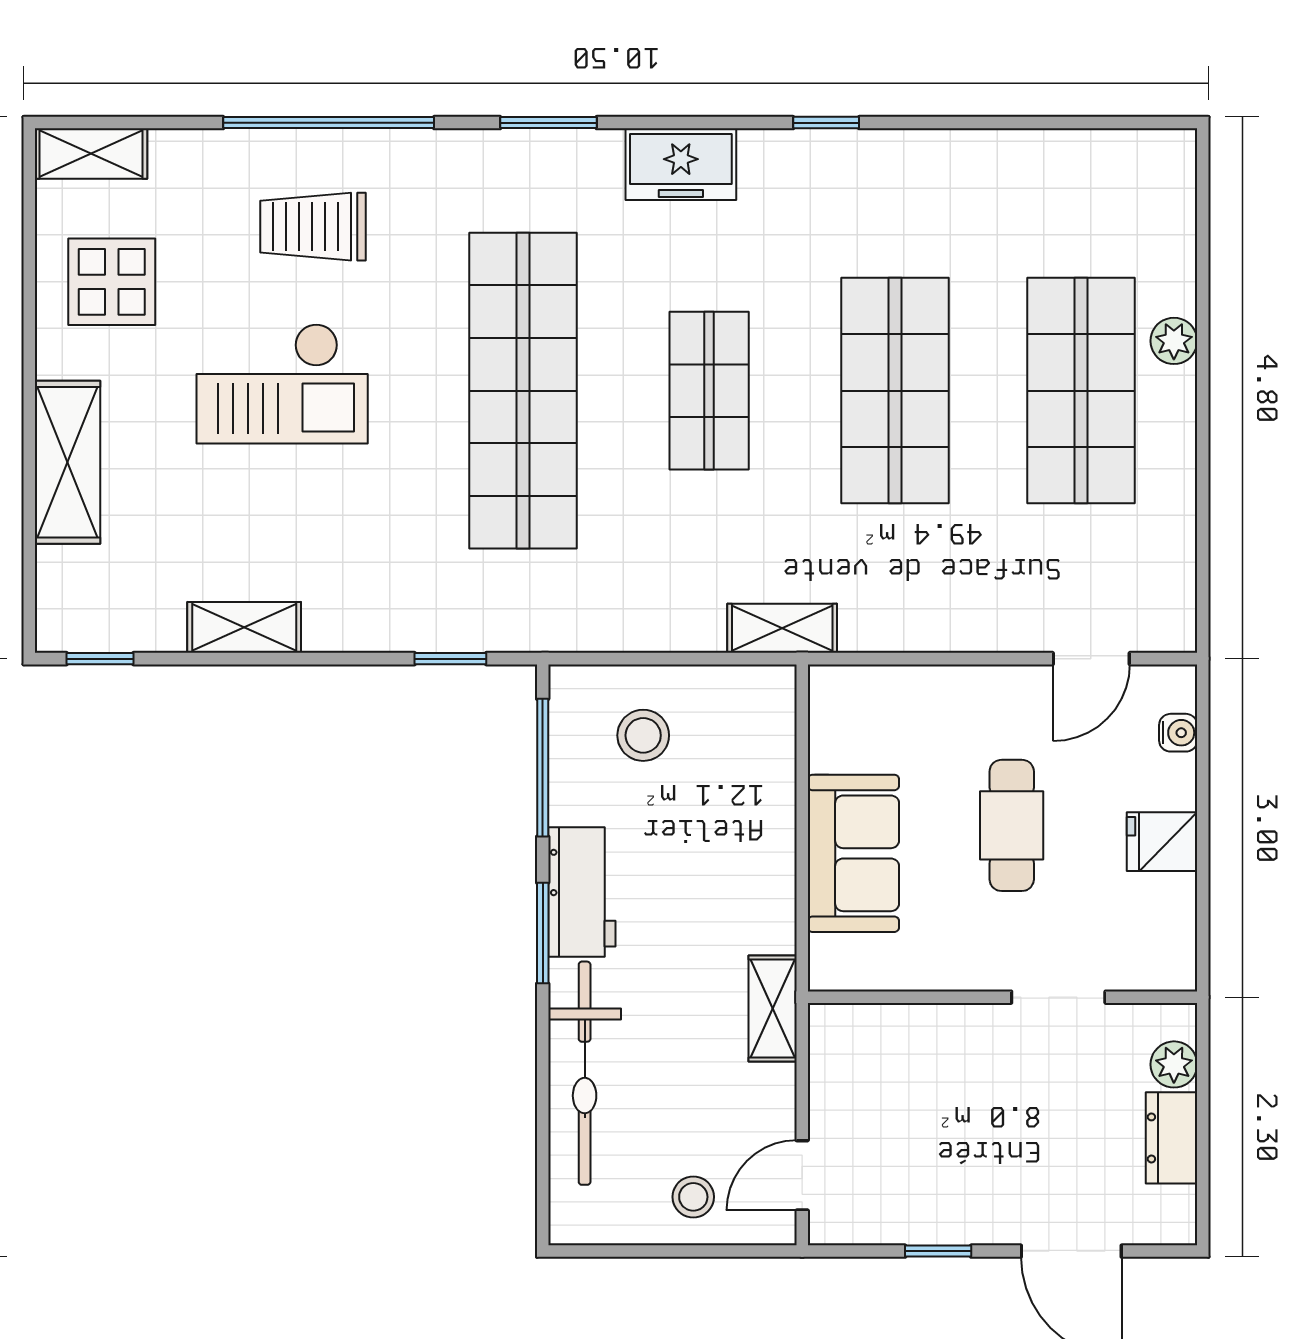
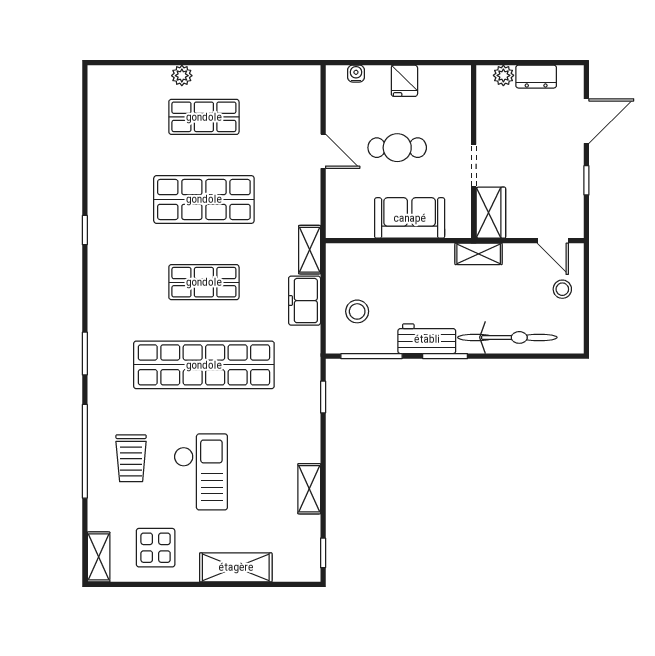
freezer: (681, 164) -> (305, 301), moved, turned 180
shop shelf: (1081, 391) -> (204, 117), width x0.70, depth x0.74
door: (1091, 659) -> (323, 151), moved
doorway: (1058, 997) -> (474, 165), moved
wardrobe: (865, 1036) -> (491, 213), added

